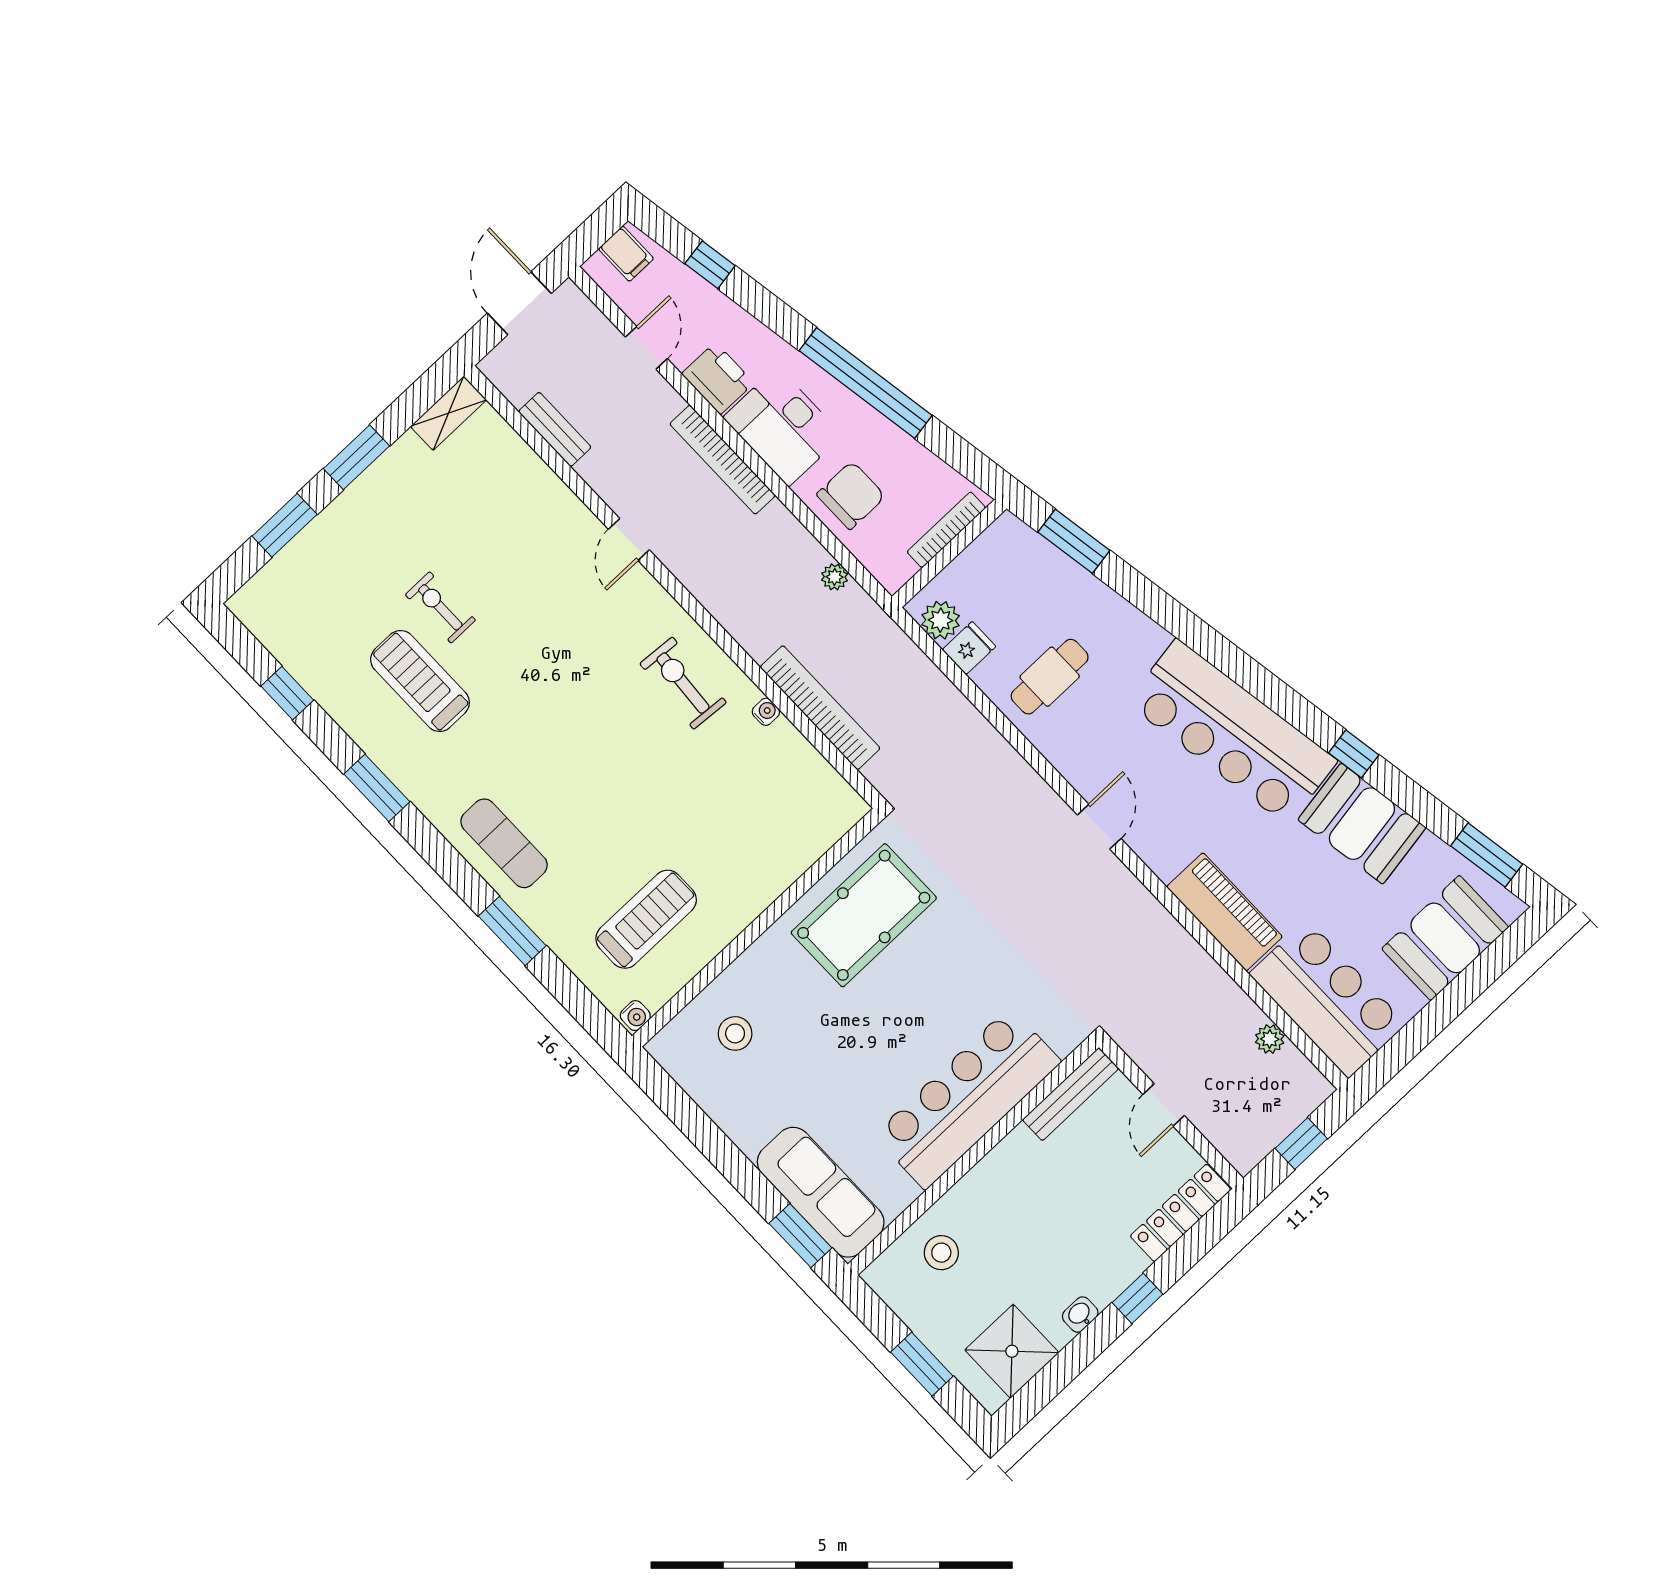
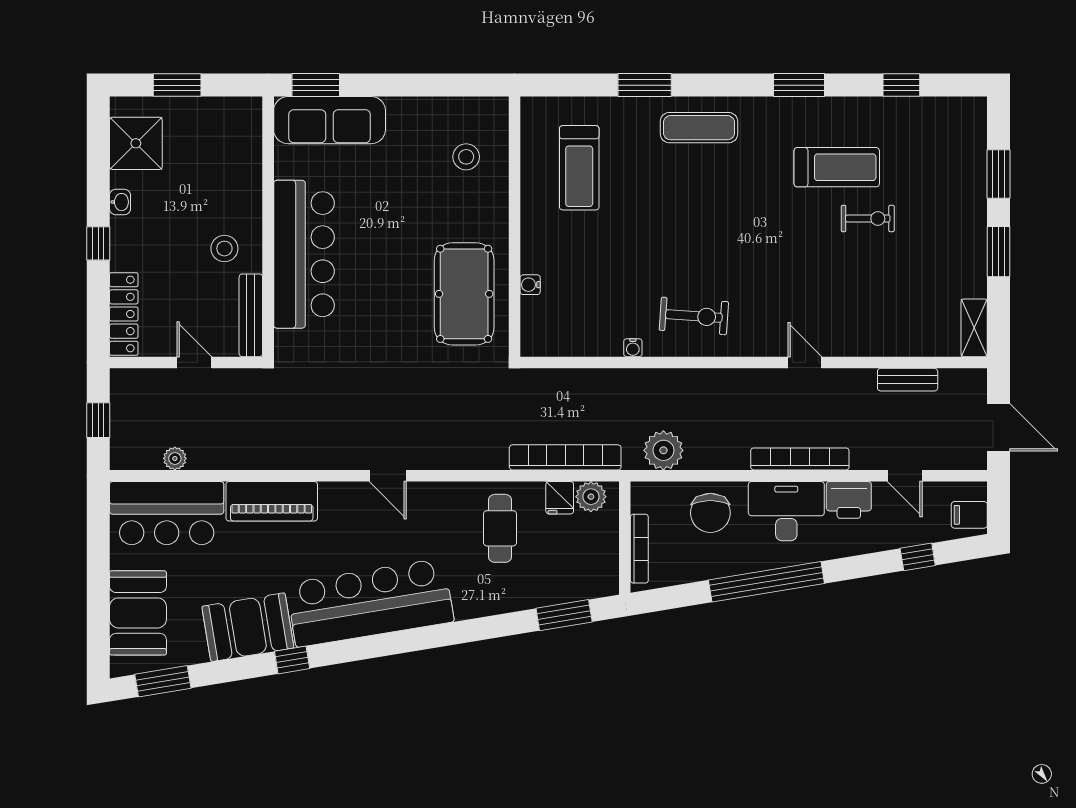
plant: (835, 577) -> (663, 450), width x1.88, depth x1.88
bookcase: (820, 708) -> (565, 457), moved, turned 180
water cooler: (635, 1016) -> (530, 285), moved
stool: (941, 1253) -> (224, 249), moved

